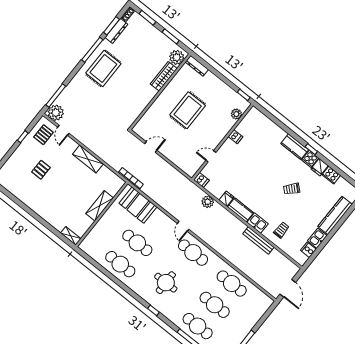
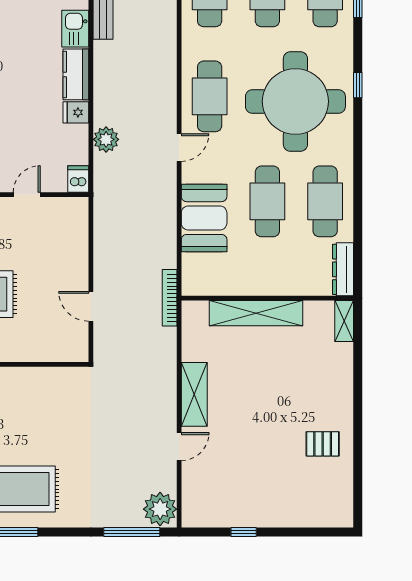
door: (63, 130) -> (179, 446), moved
pallet: (44, 135) -> (213, 500), removed
door: (211, 156) -> (27, 195), swing flipped
pallet: (41, 170) -> (323, 444), moved
booth: (138, 205) -> (204, 218), moved
shelving: (100, 206) -> (256, 313), width x1.47
dresser: (90, 251) -> (343, 269), added
round table: (166, 283) -> (295, 101), width x1.86, depth x1.86

